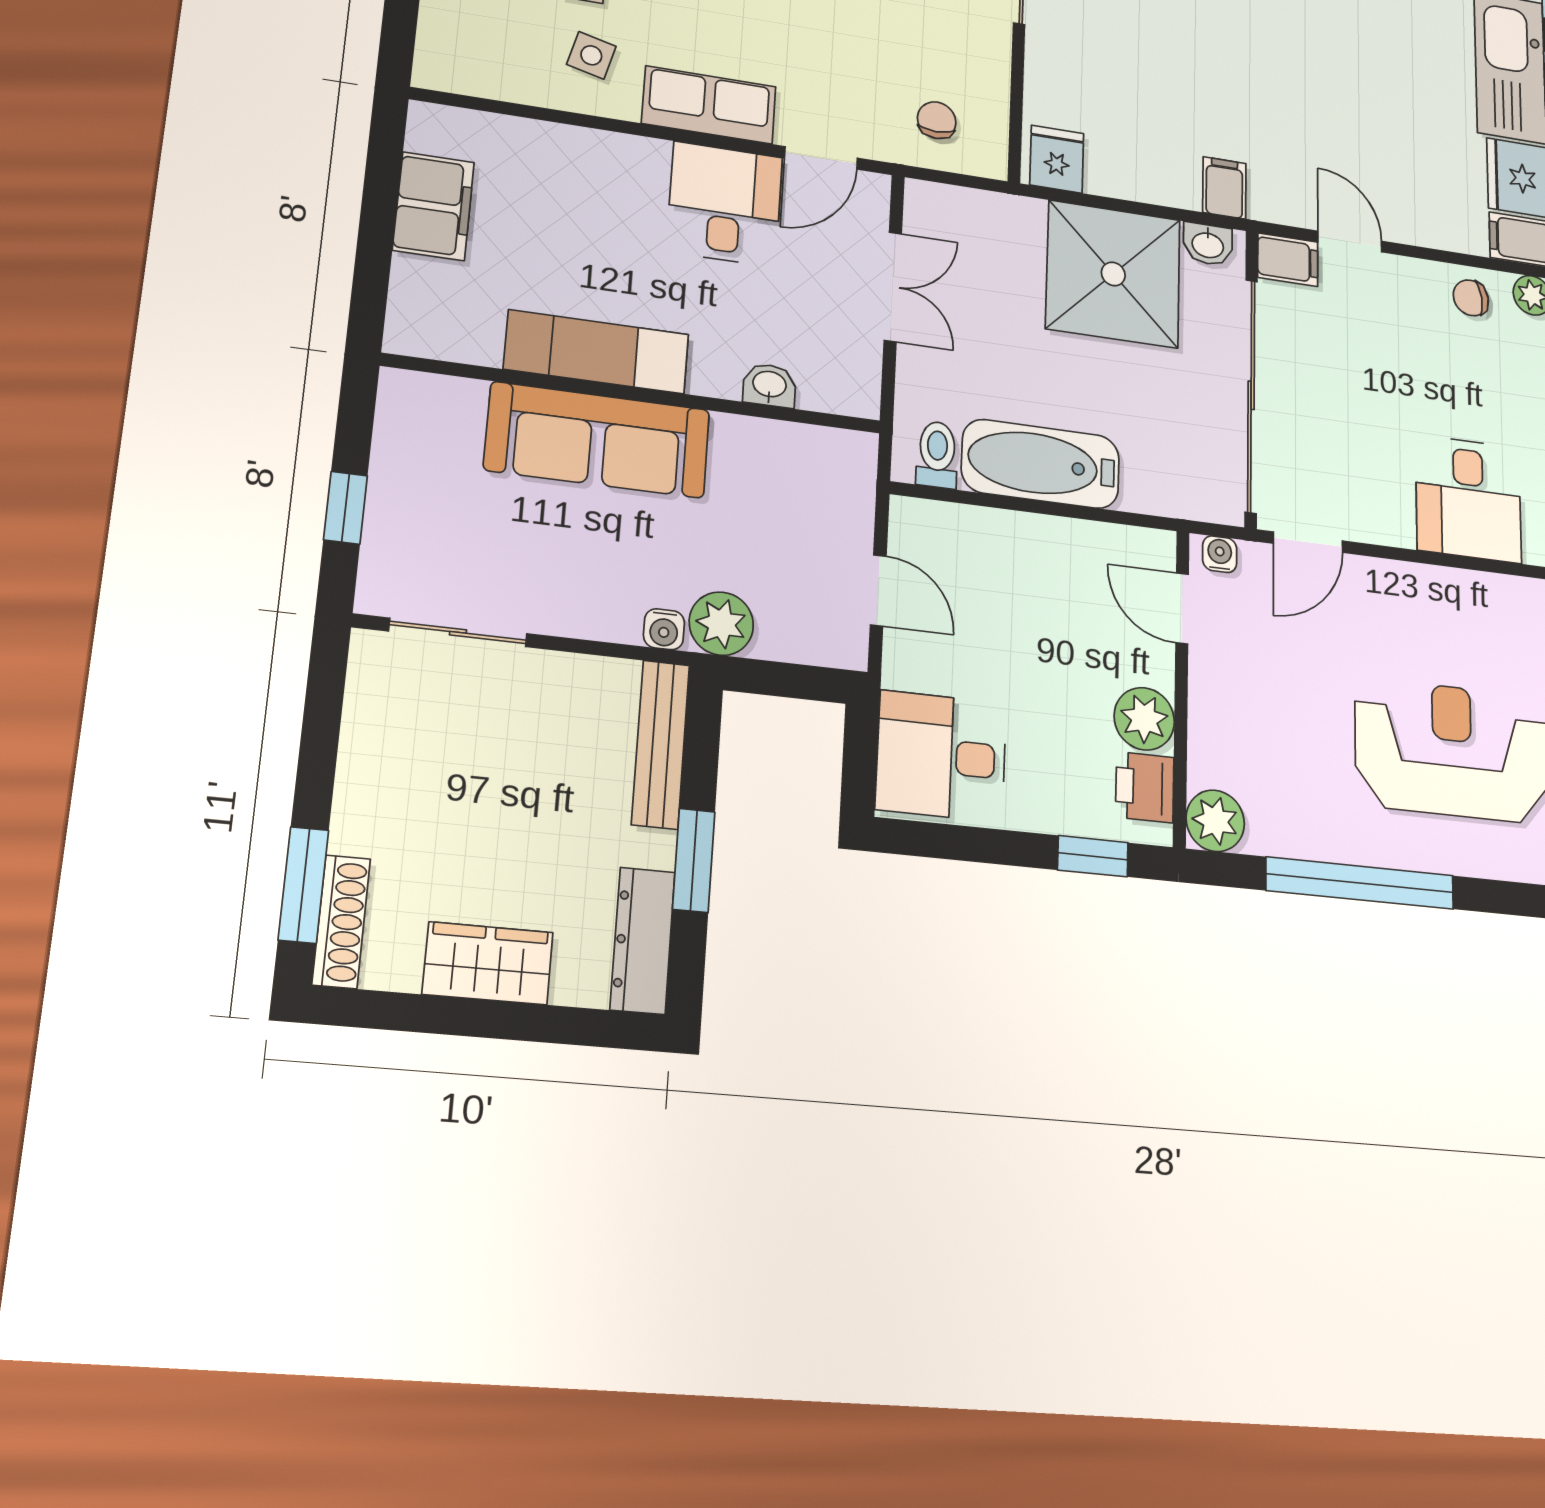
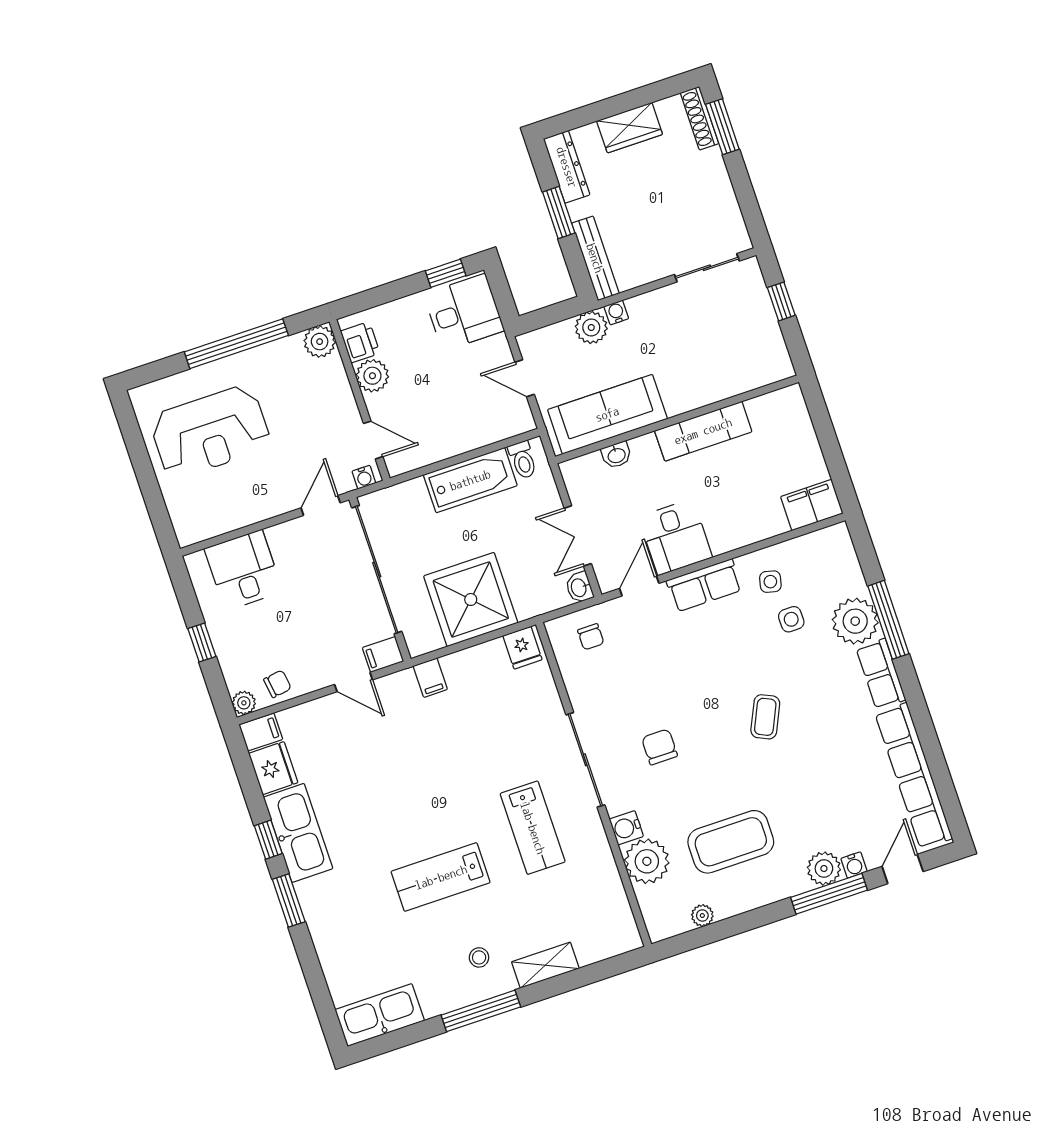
filing cabinet: (434, 206) -> (812, 505), moved, turned 90
washbasin: (1208, 244) -> (579, 587), moved, turned -90
sofa: (598, 440) -> (607, 414), moved
window: (1093, 856) -> (446, 273), moved

